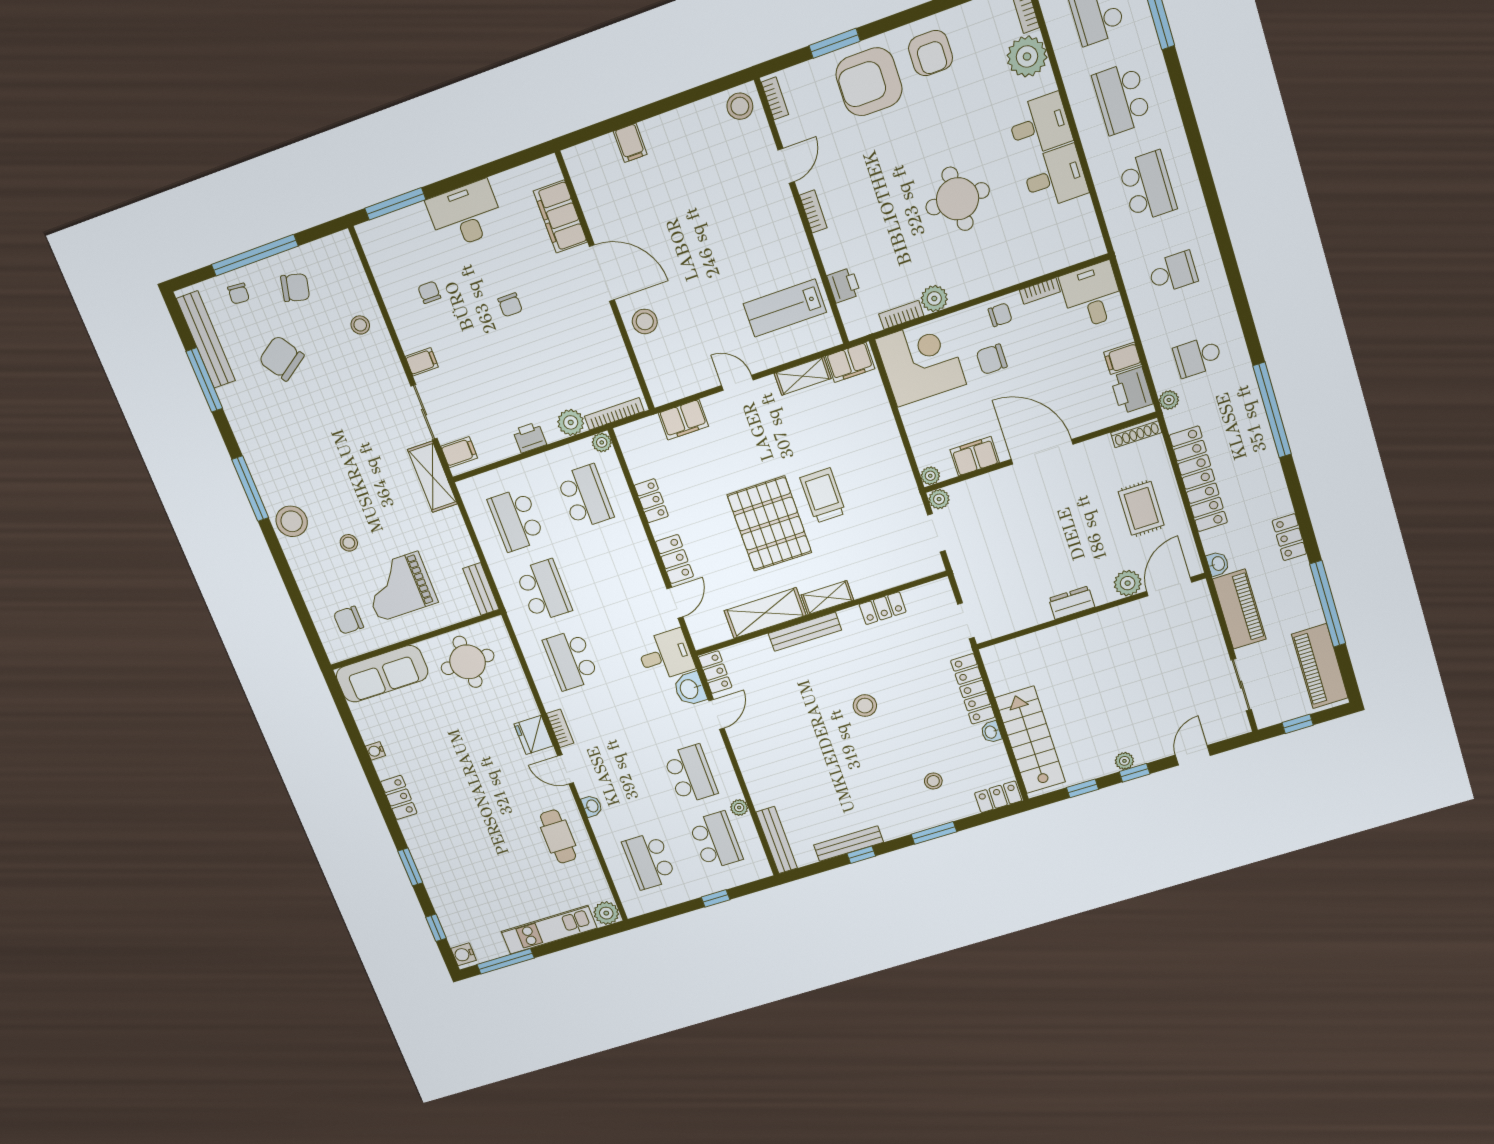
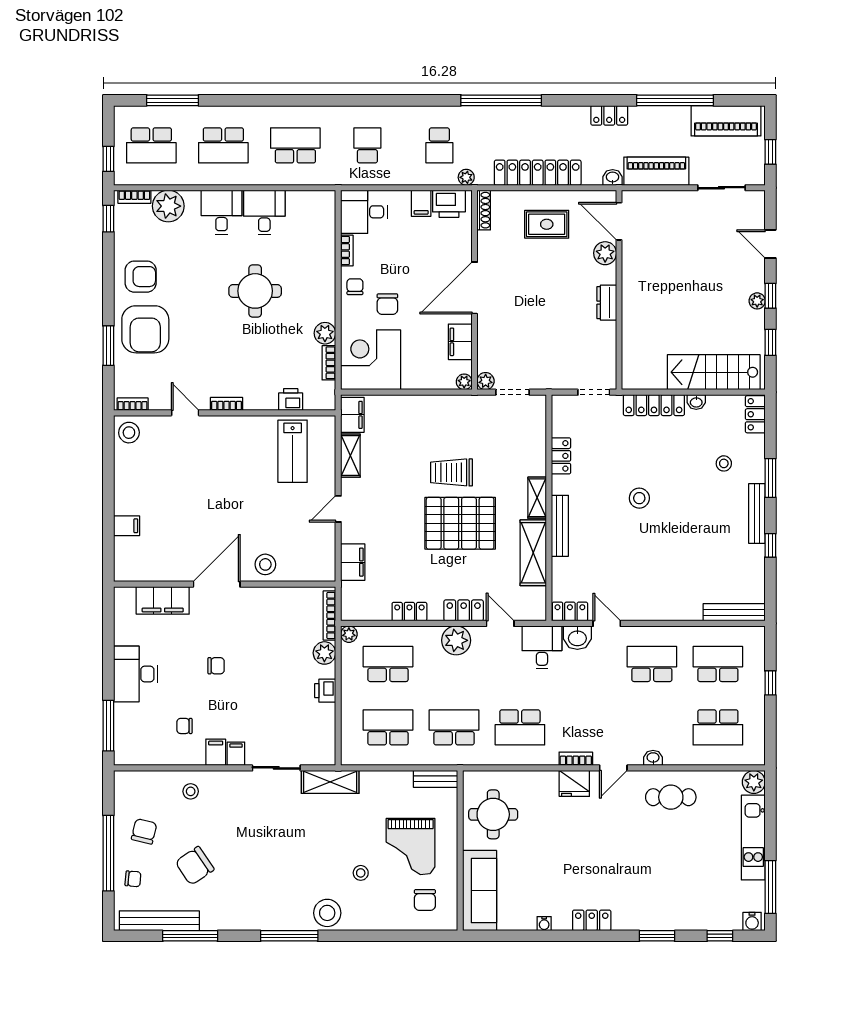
filing cabinet: (459, 452) -> (216, 752), moved
school desk: (516, 520) -> (388, 727), turned 180
plant: (739, 808) -> (456, 640), moved, width x1.87, depth x1.87
bench: (848, 844) -> (757, 513), moved

